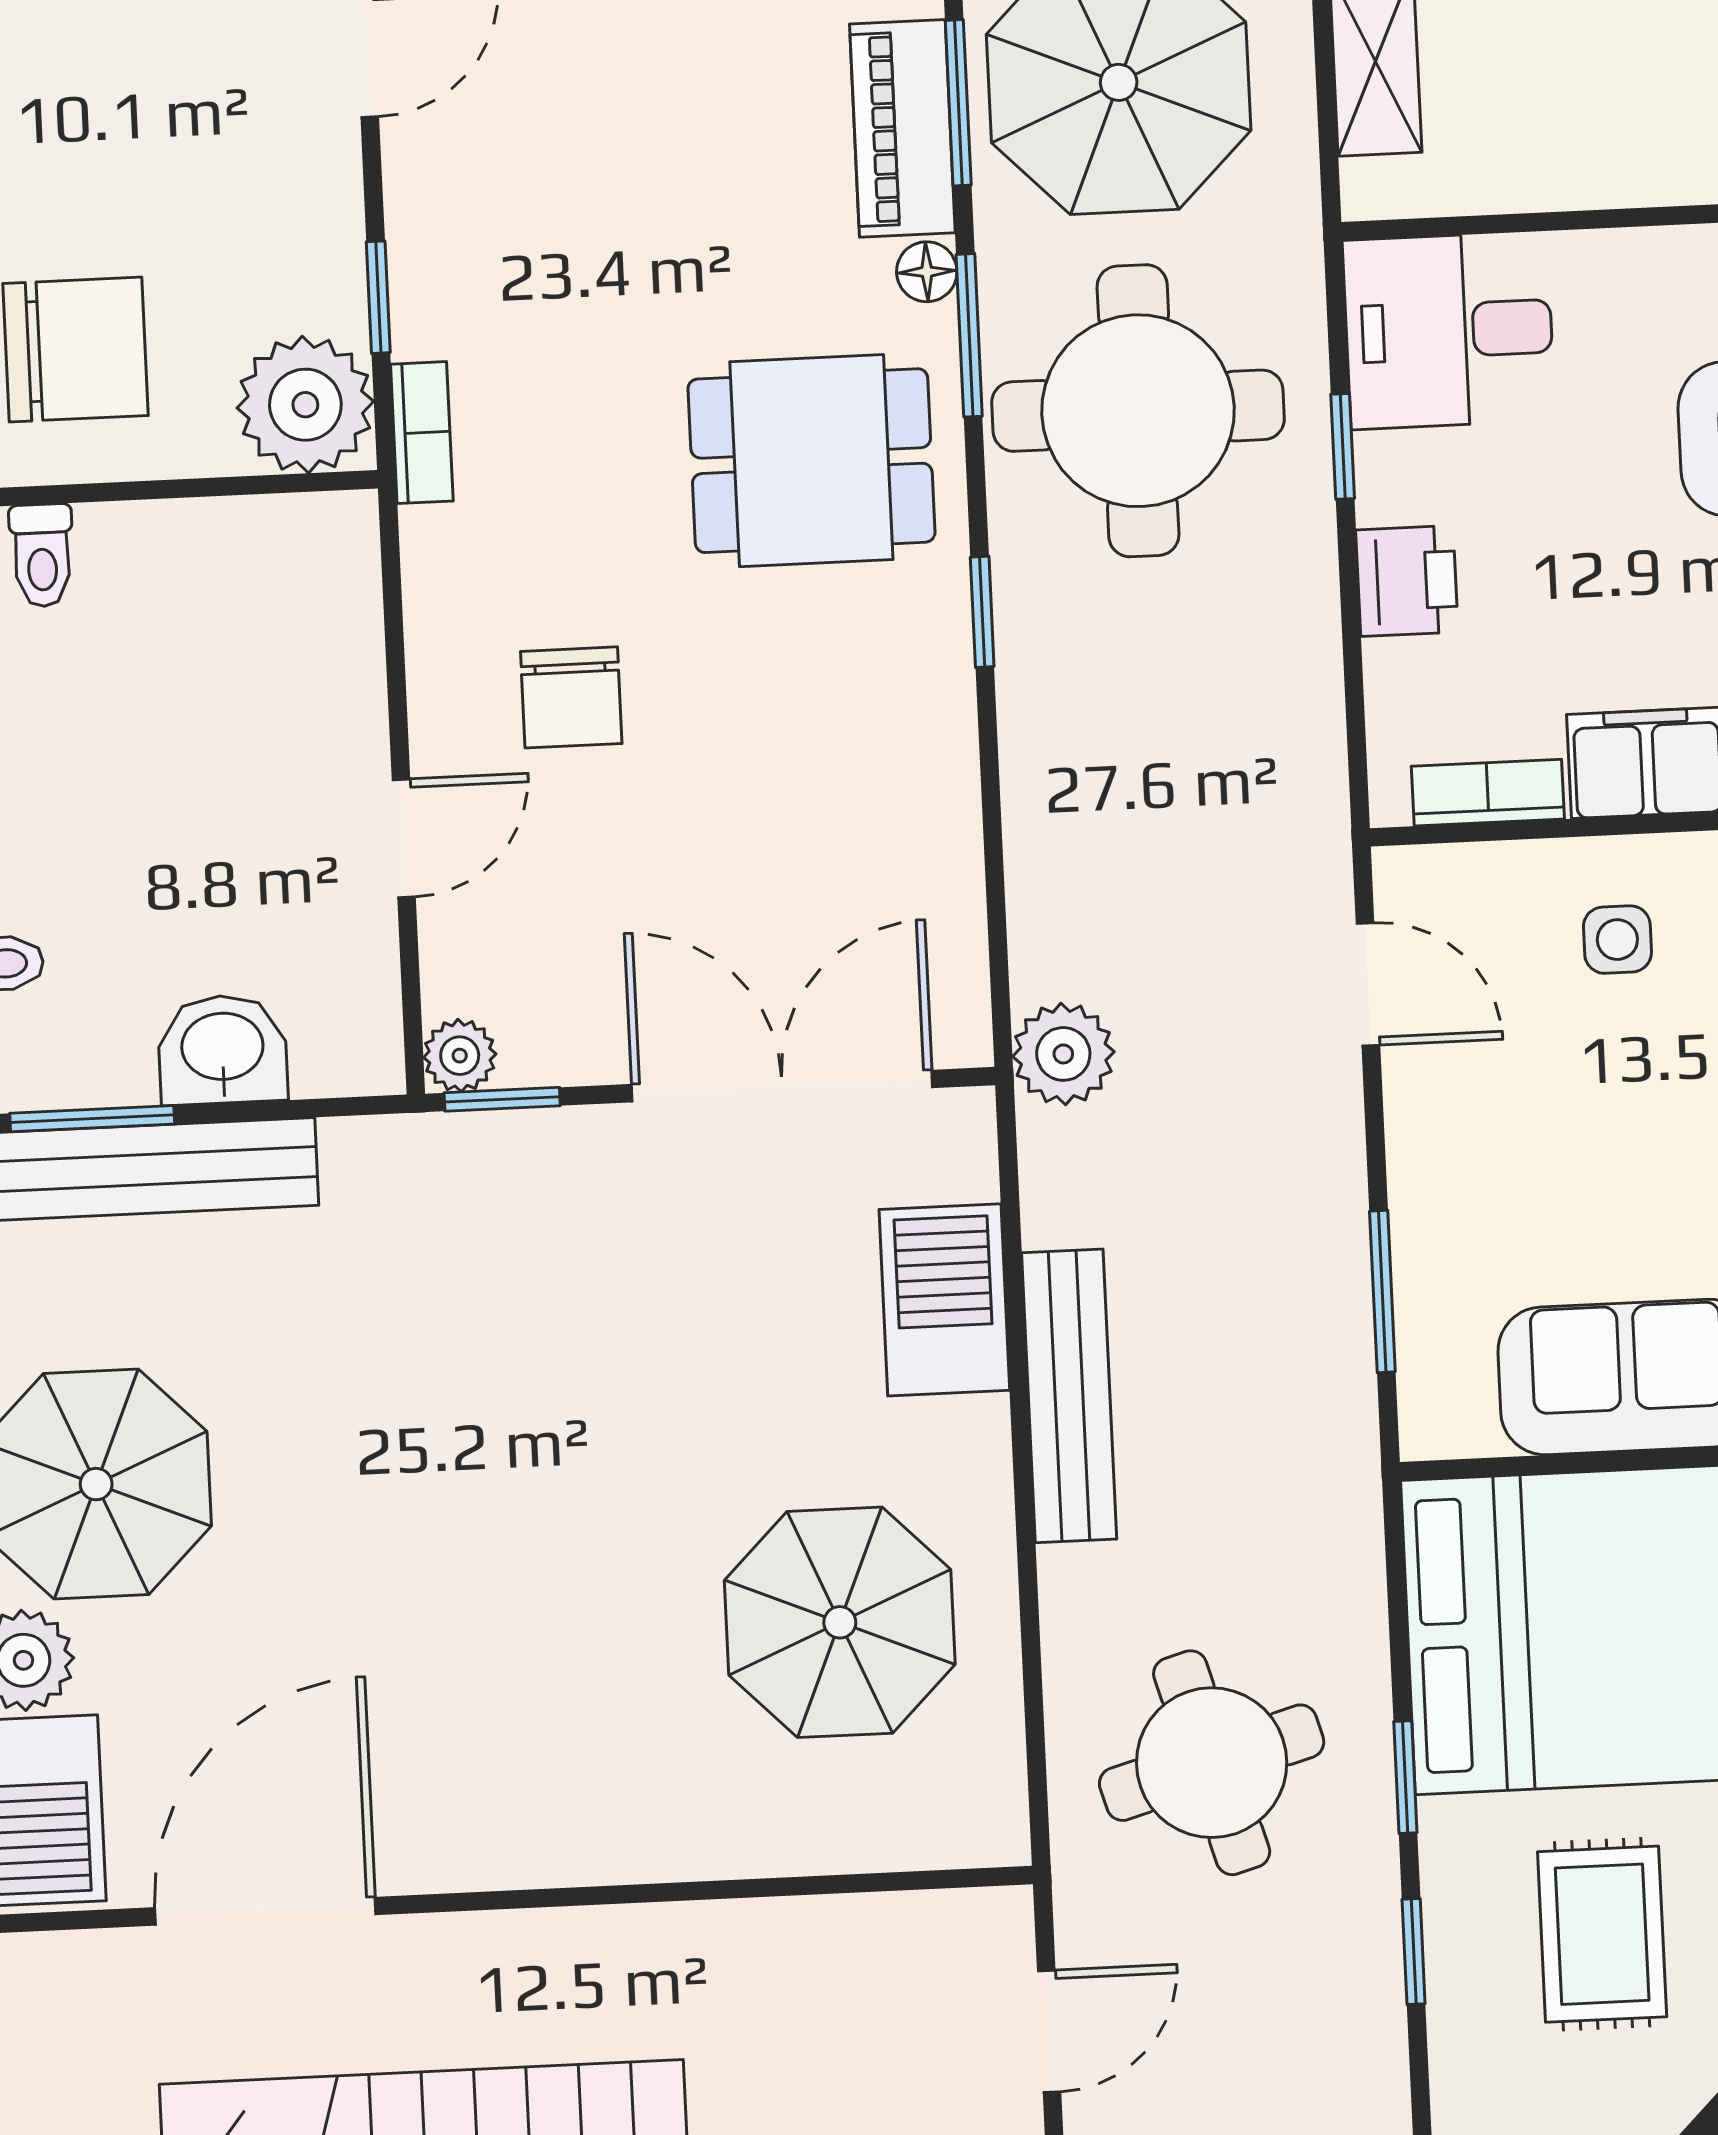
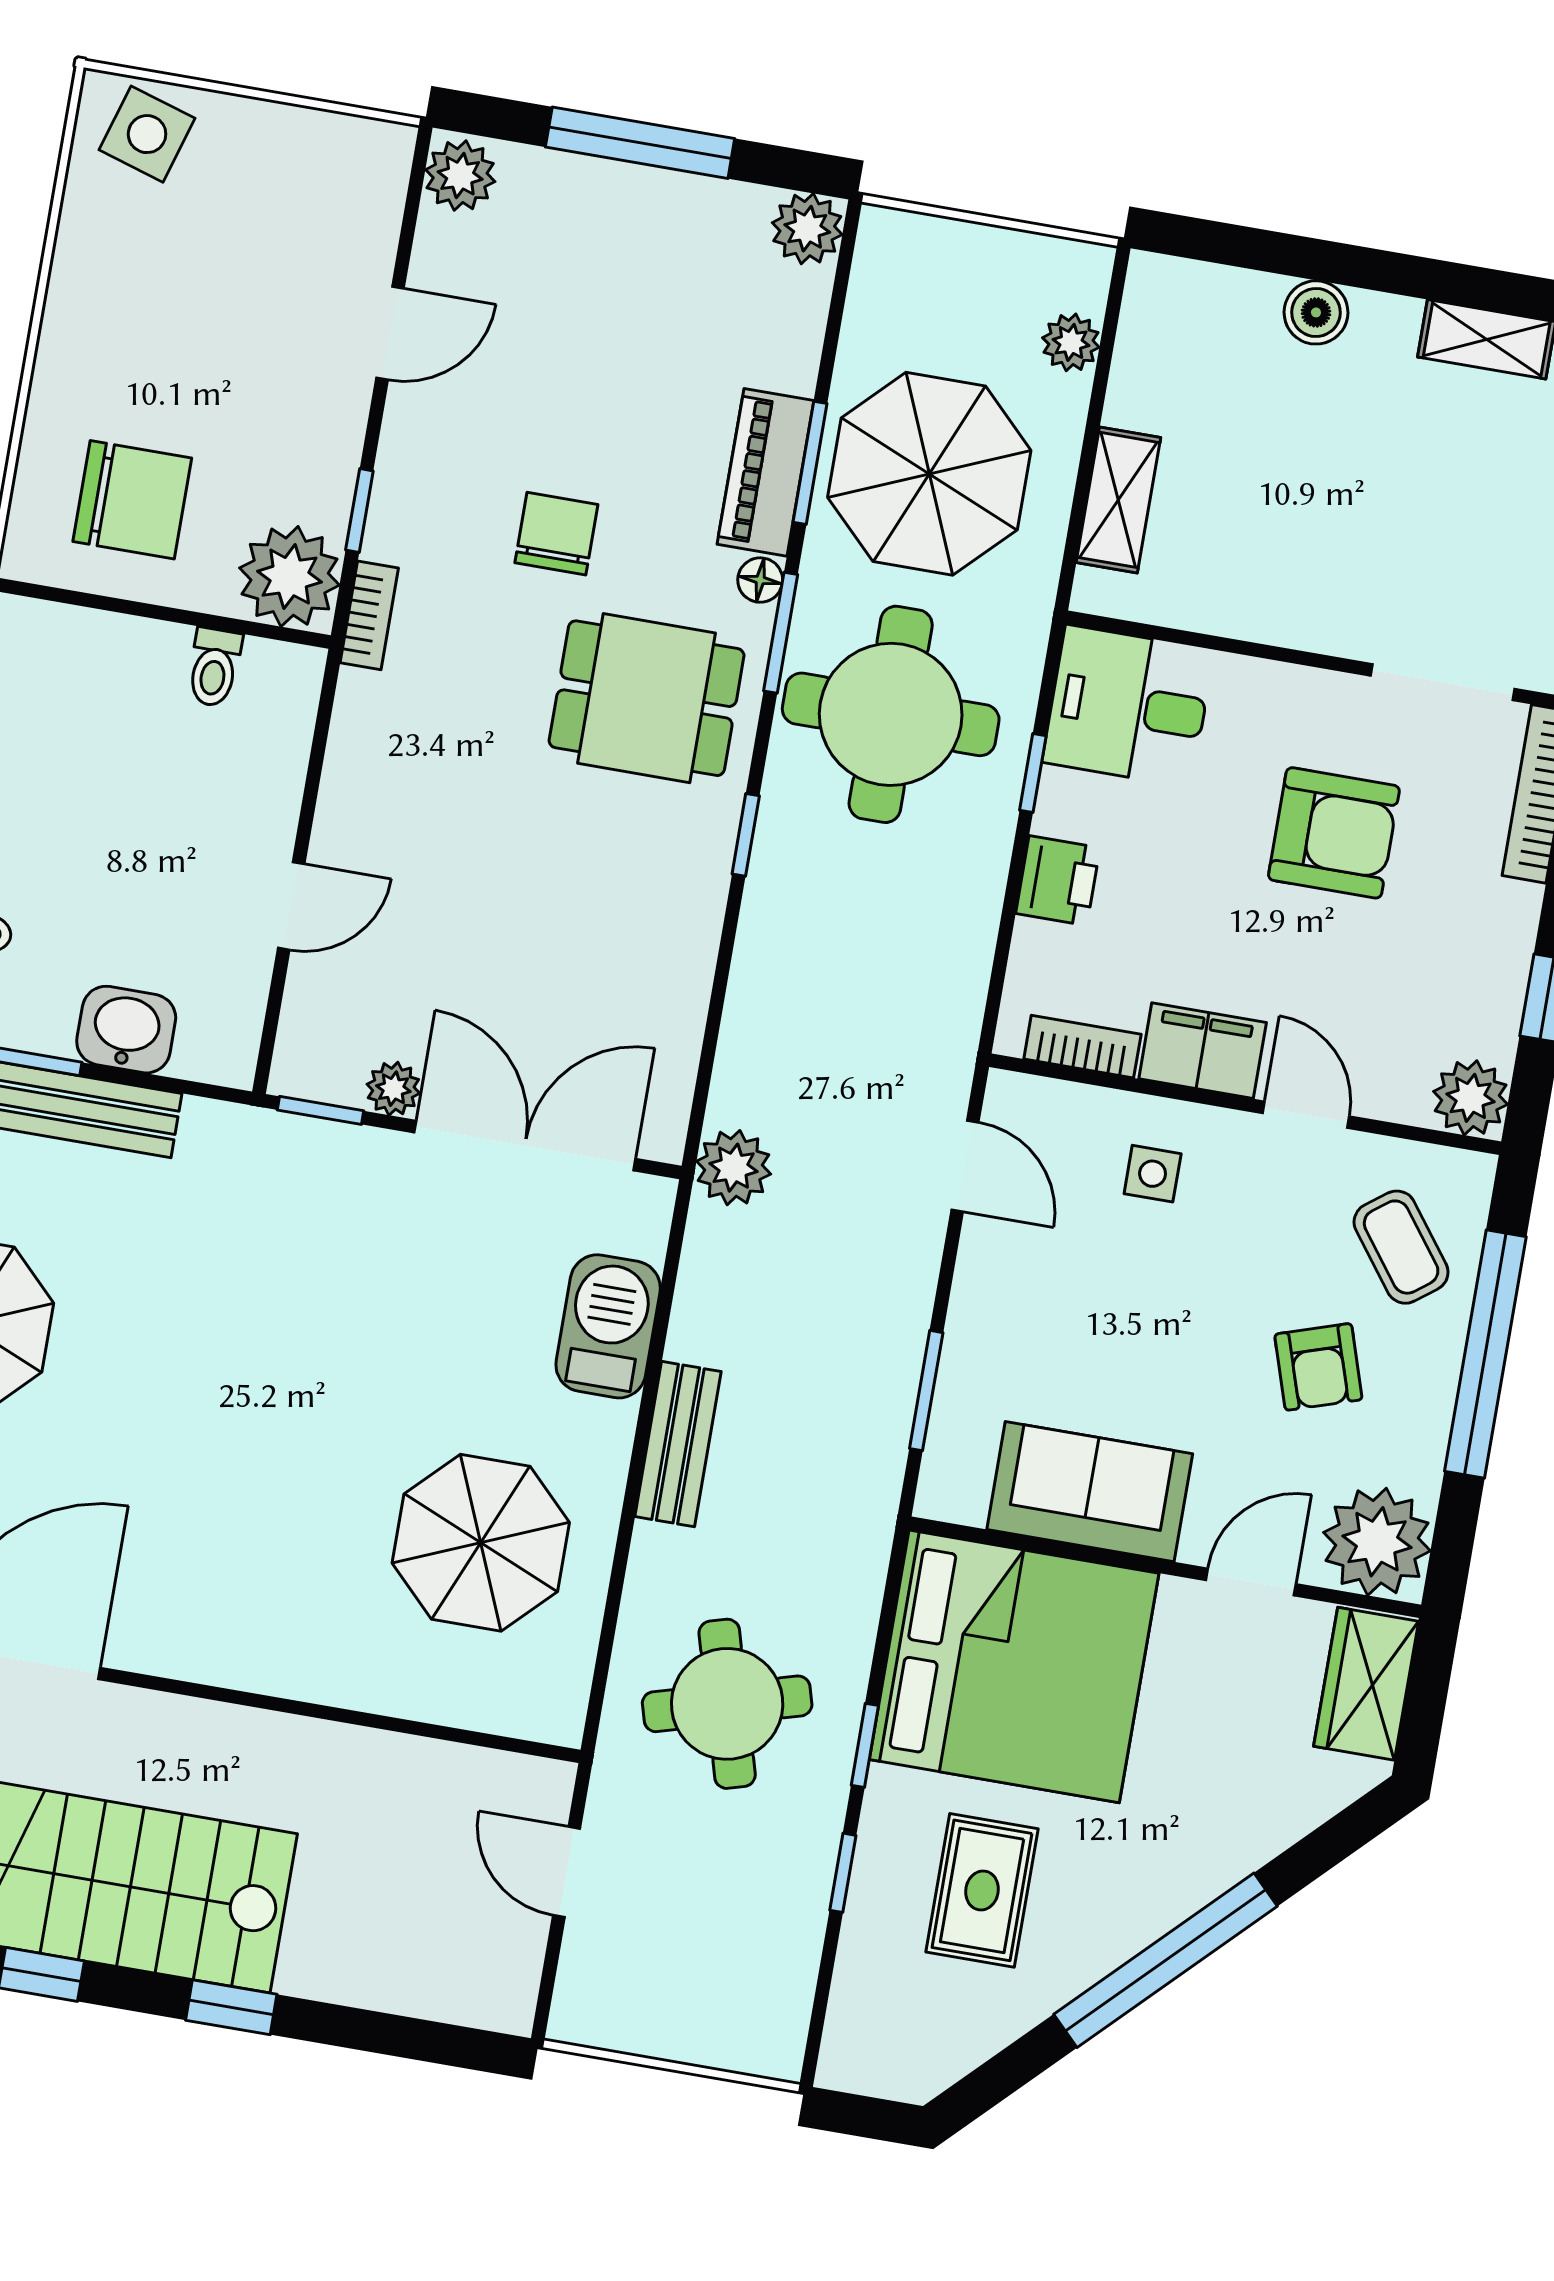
toilet: (42, 555) -> (214, 667), moved
chair: (571, 697) -> (556, 534), moved, turned 180
plant: (460, 1056) -> (393, 1089), moved
bench: (1069, 1396) -> (678, 1444), width x0.73
door: (1049, 2031) -> (567, 1872), swing flipped

